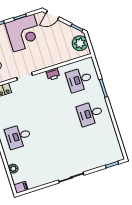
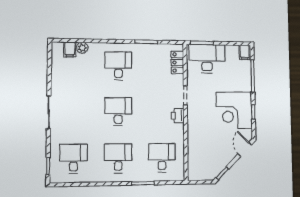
plant: (80, 43) -> (204, 171), removed
printer: (53, 74) -> (178, 115), moved
desk: (54, 125) -> (118, 112), added
desk: (101, 147) -> (73, 159), added
filing cabinet: (21, 187) -> (70, 49), moved

